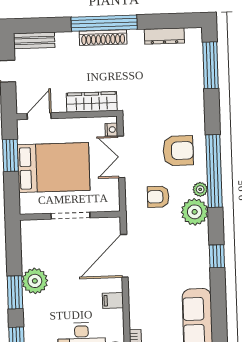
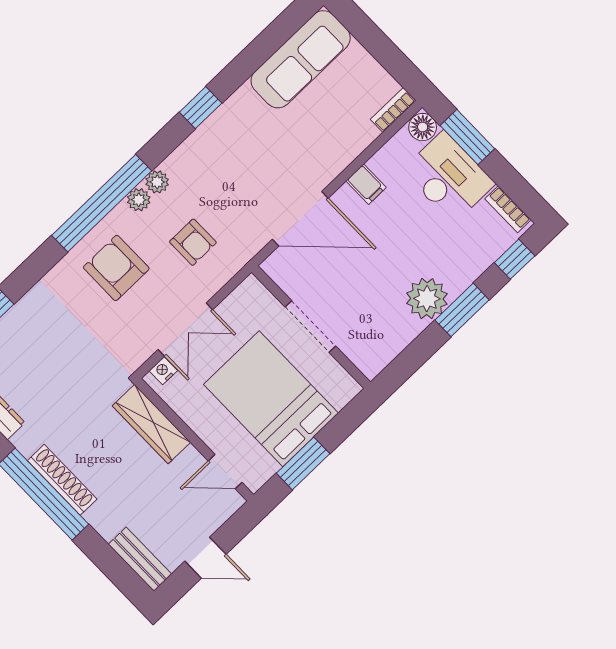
plant: (195, 212) -> (157, 182), width x0.53, depth x0.53

